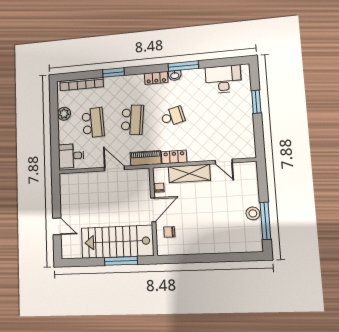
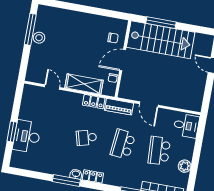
desk: (223, 79) -> (27, 136), moved, turned 90

